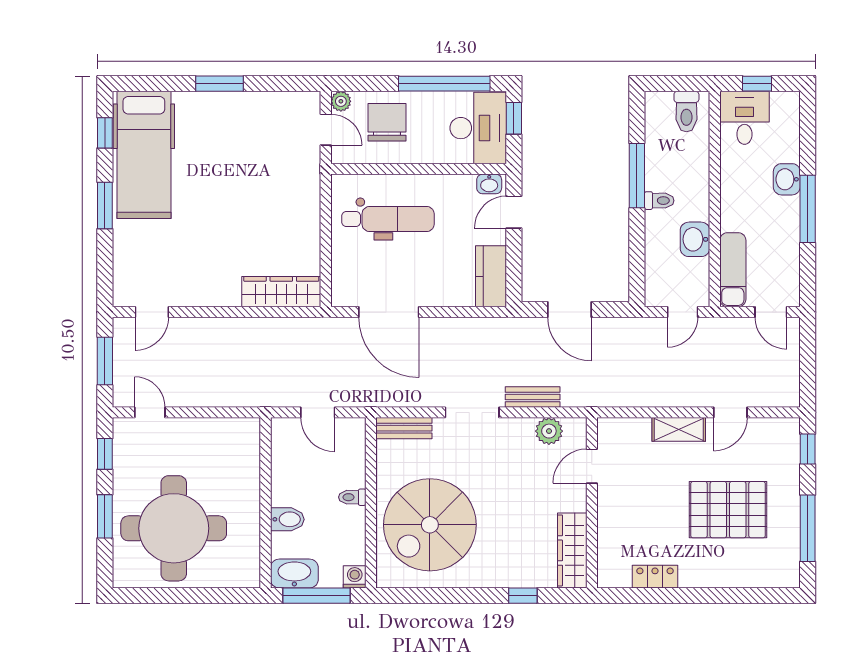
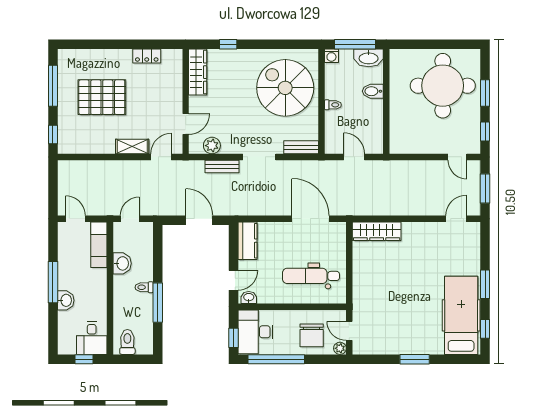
door: (730, 412) -> (161, 157), moved
spiral stairs: (430, 525) -> (285, 88), turned -90

